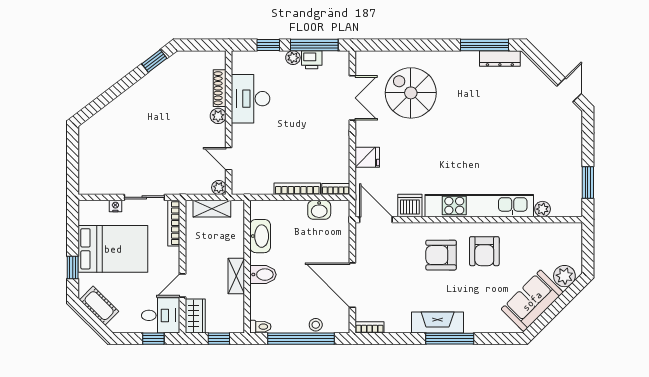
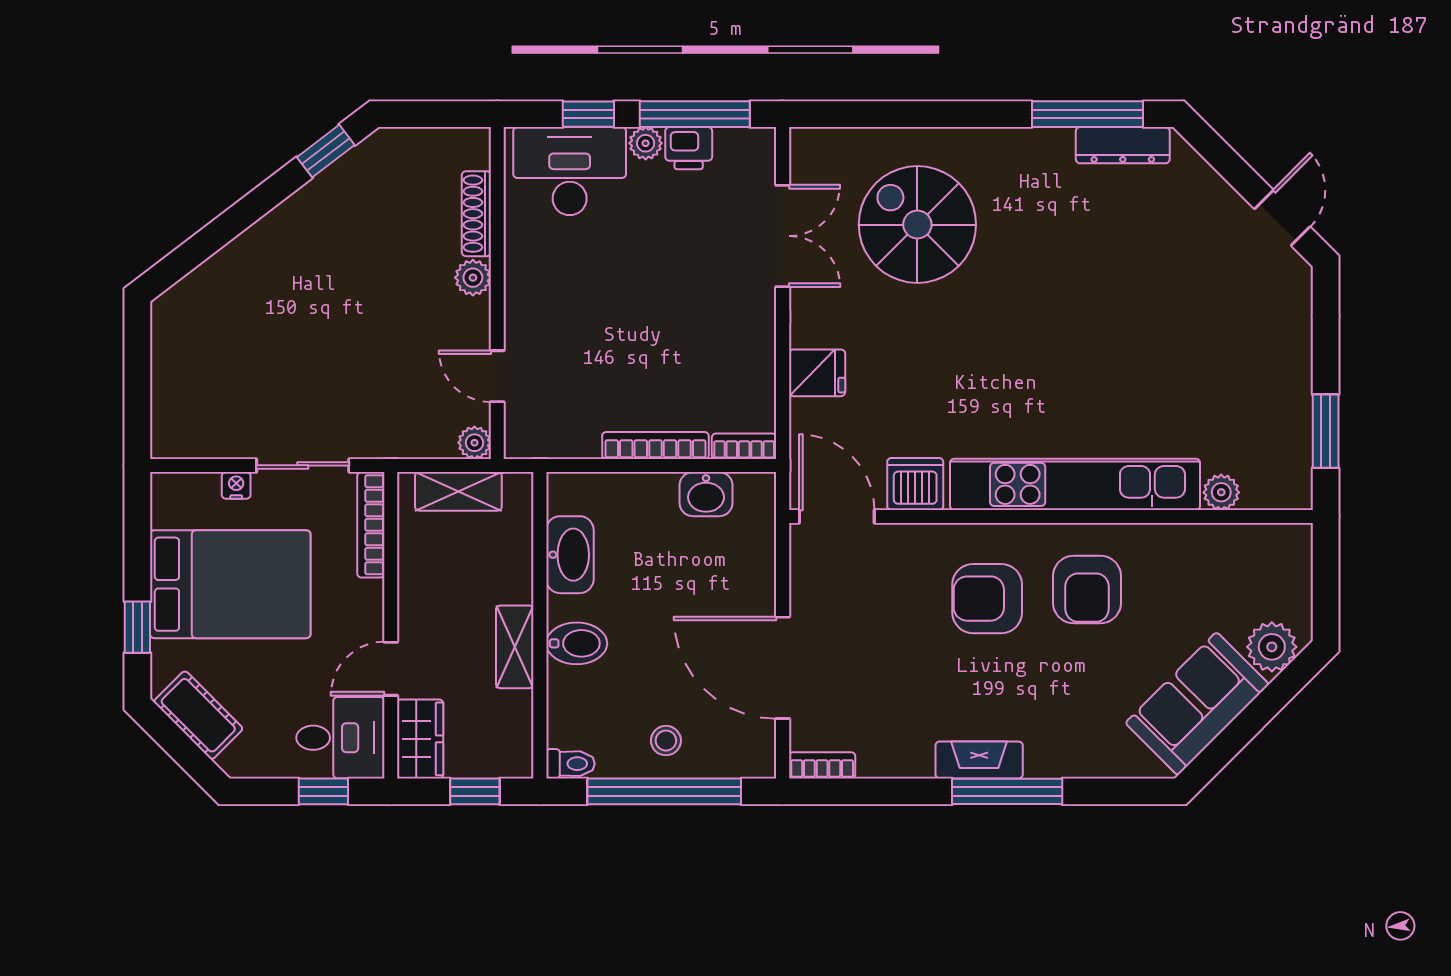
desk: (251, 99) -> (570, 171), moved, turned 90
fireplace: (438, 322) -> (979, 760), width x0.73, depth x0.76
stool: (316, 325) -> (666, 741), moved

